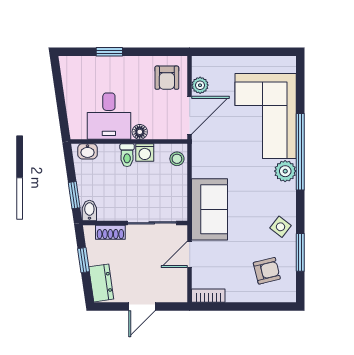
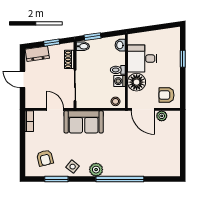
corner sofa: (266, 116) -> (142, 157), removed
floor lamp: (140, 132) -> (137, 82), width x1.89, depth x1.89
plant: (285, 171) -> (96, 170), moved

